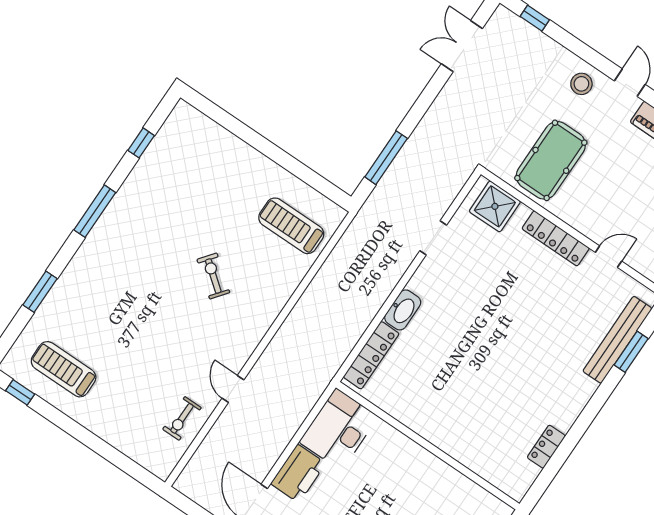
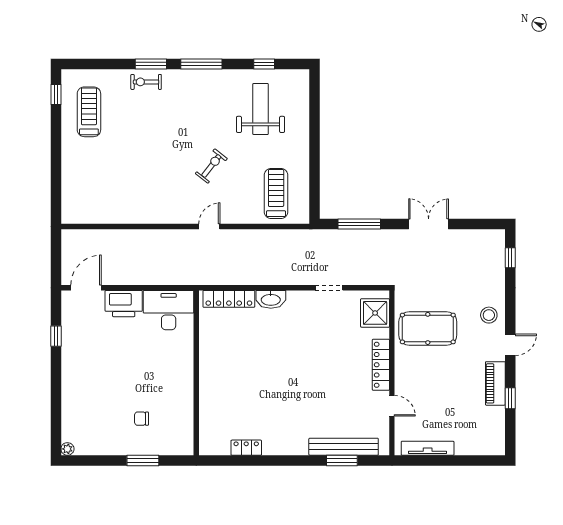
double door: (462, 46) -> (429, 224), moved
weight bench: (188, 180) -> (261, 109), added
window: (40, 292) -> (151, 64), moved
door: (233, 389) -> (209, 226), moved
exercise bike: (182, 418) -> (146, 82), moved

